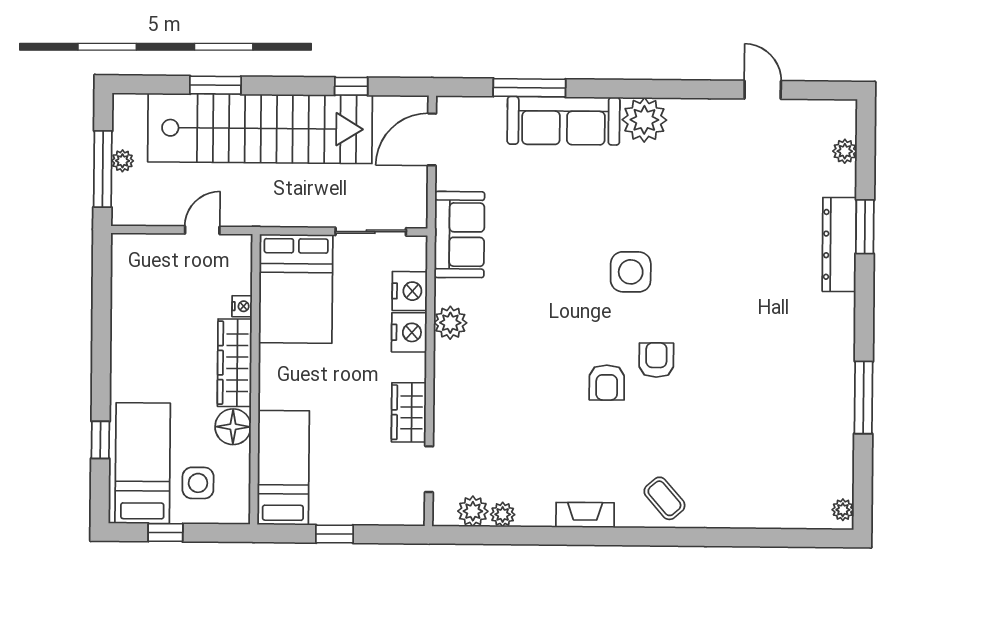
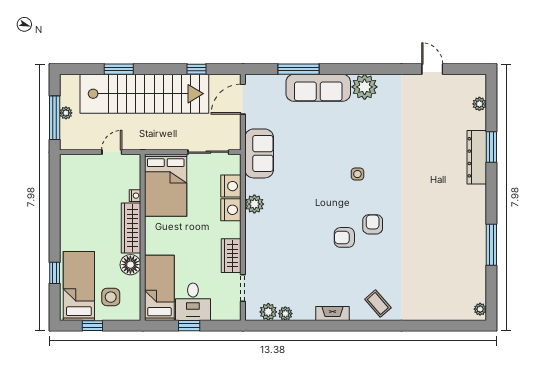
side table: (631, 272) -> (357, 174), width x0.54, depth x0.54
armchair: (607, 383) -> (344, 237), turned 90
desk: (341, 492) -> (193, 302), added

